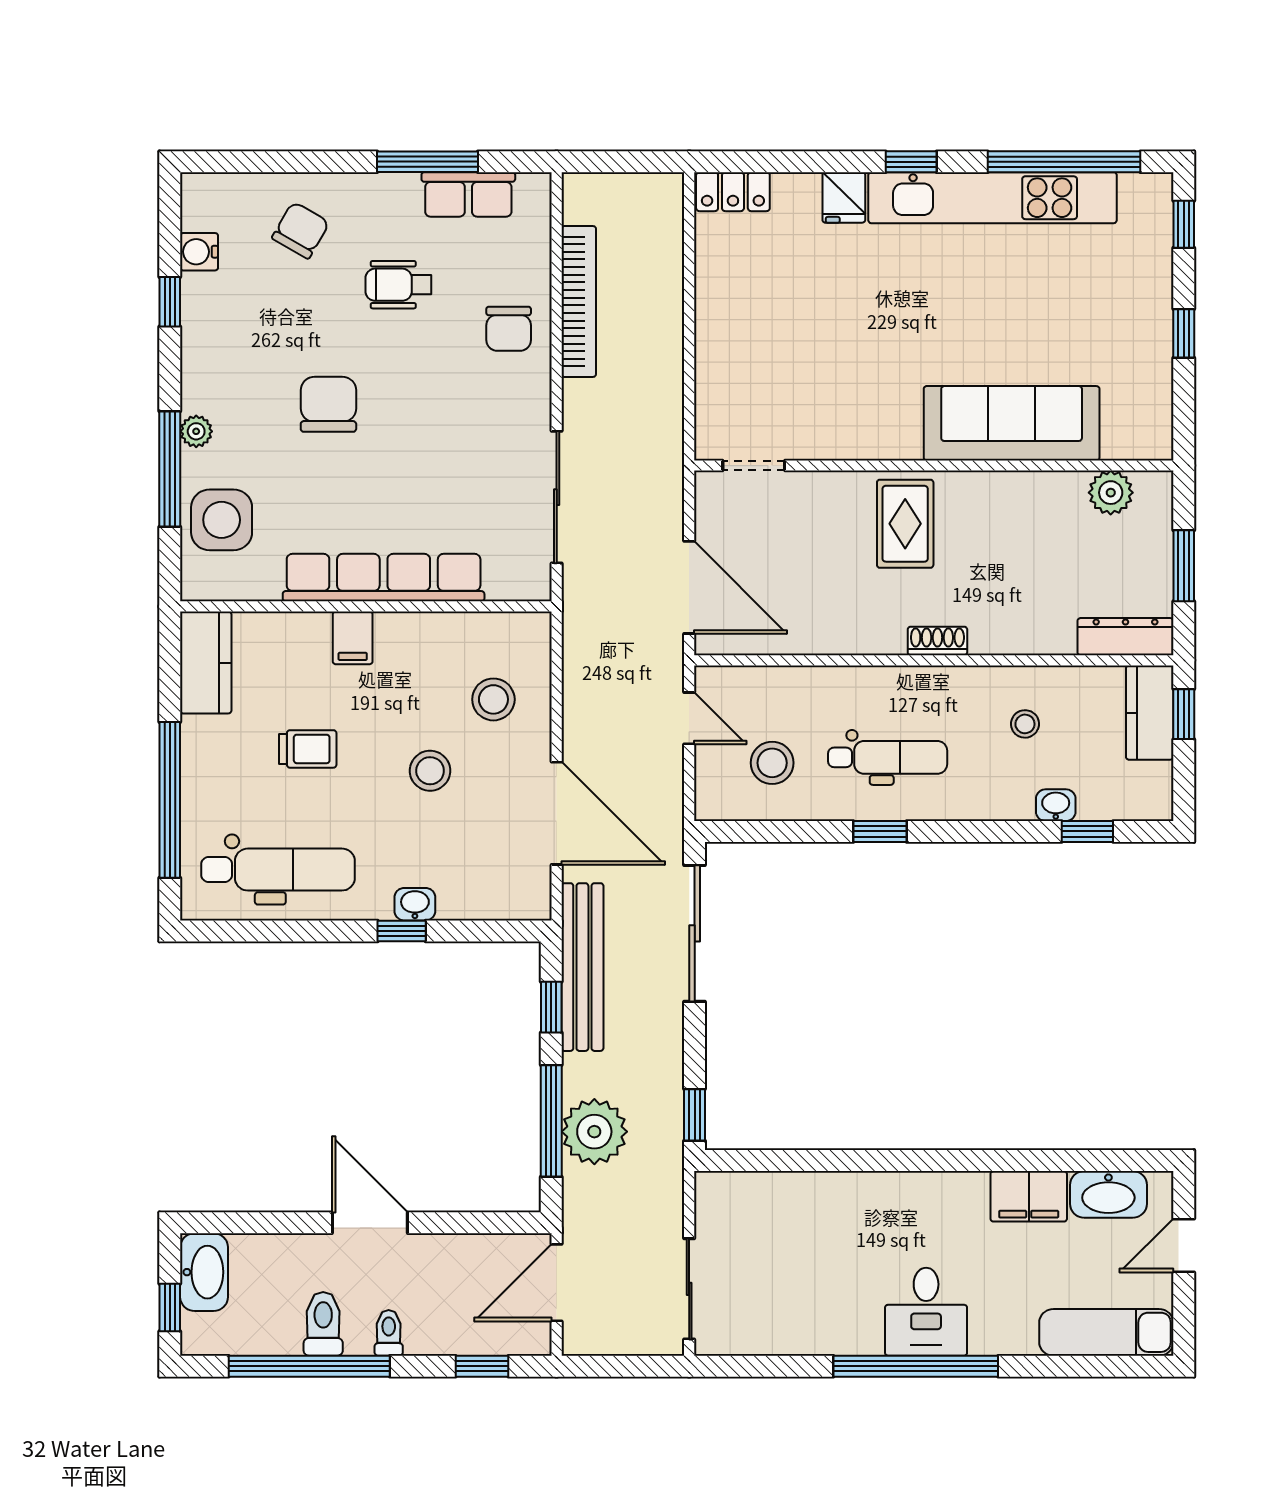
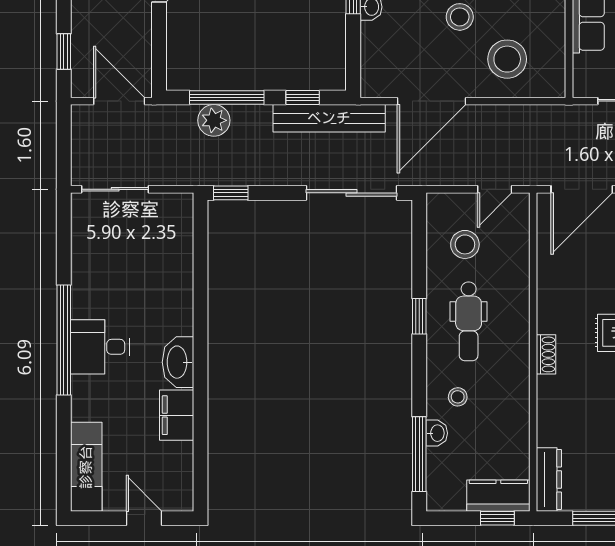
stool: (493, 699) -> (507, 59), width x1.38, depth x1.38
stool: (1025, 724) -> (458, 397), moved
window: (1087, 831) -> (419, 454), width x2.17
plant: (594, 1132) -> (214, 120), width x0.73, depth x0.73
washbasin: (1108, 1194) -> (178, 362), moved

